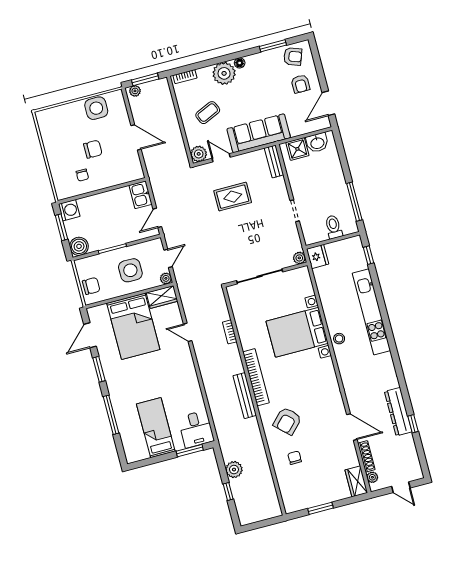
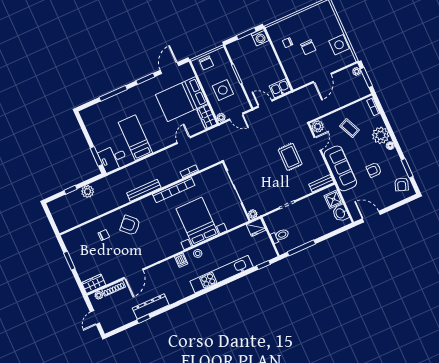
armchair: (300, 84) -> (374, 170), moved
boiler: (79, 246) -> (234, 49), removed
door: (90, 335) -> (170, 68), hinge flipped
dishwasher: (344, 362) -> (181, 260), added
bookcase: (256, 377) -> (174, 190), moved
bed: (156, 428) -> (135, 138), moved, turned -90

